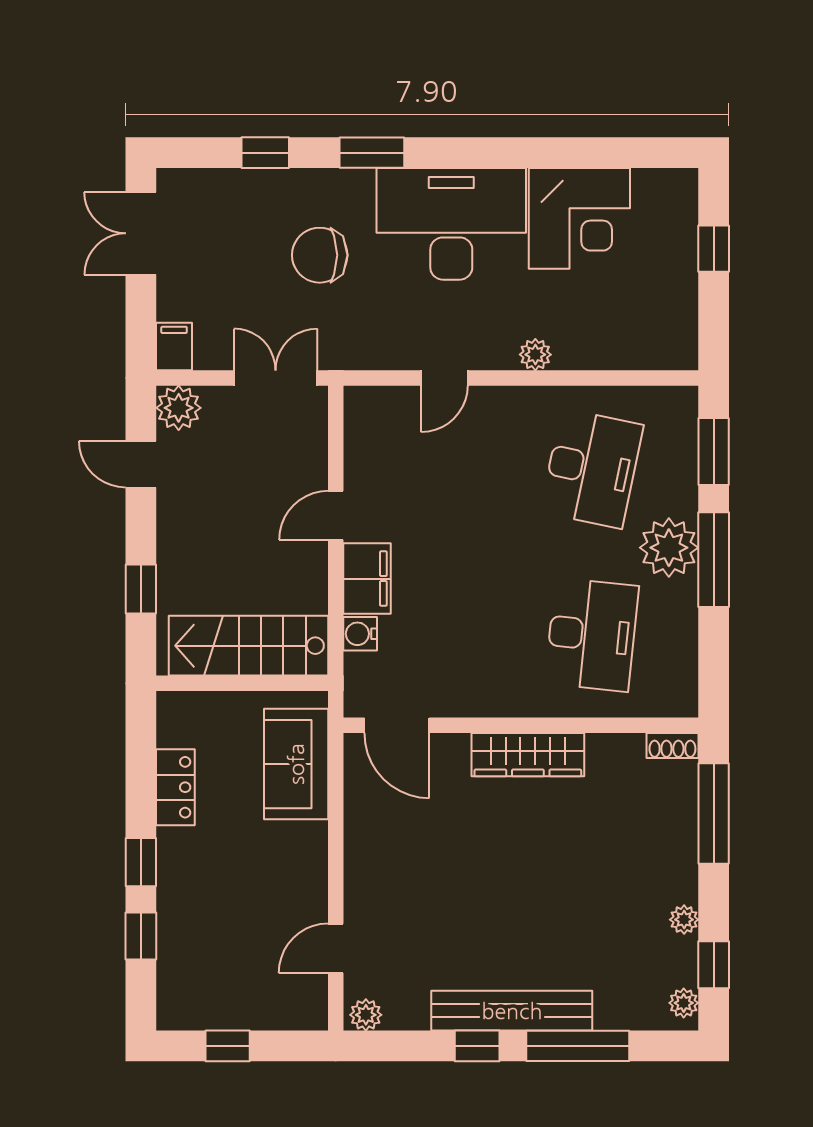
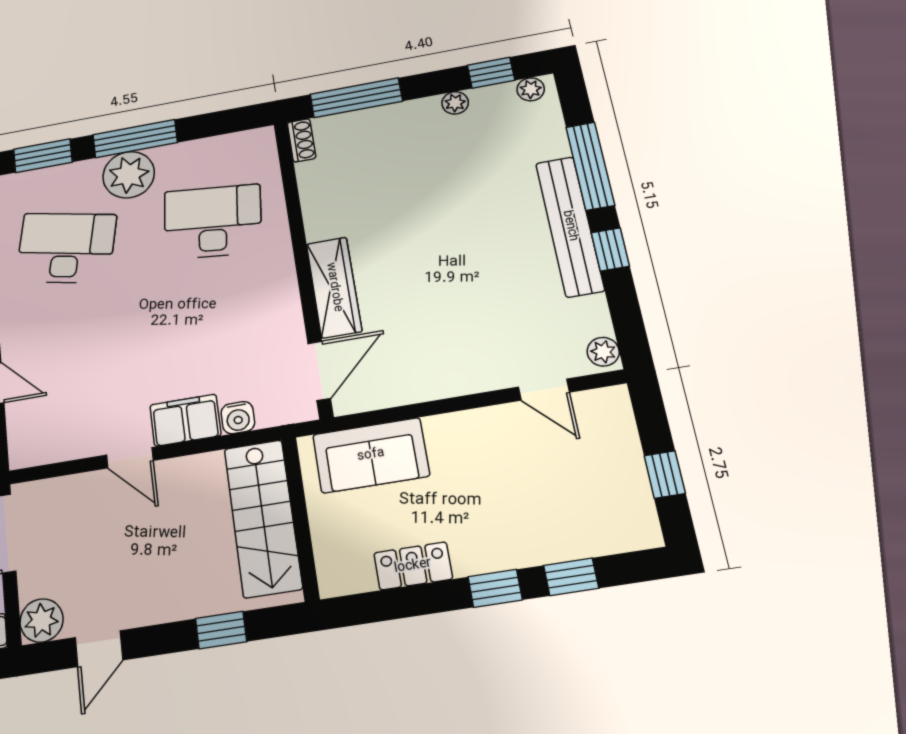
wardrobe: (528, 755) -> (334, 287), moved

